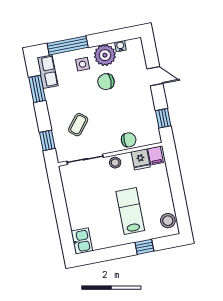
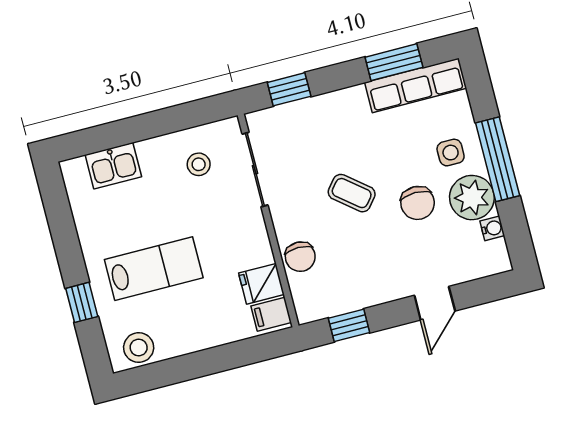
window: (68, 45) -> (498, 159), moved
row of seats: (48, 72) -> (416, 85), width x1.48
chair: (106, 82) -> (418, 203), turned 180
coffee table: (78, 125) -> (352, 193), moved
stool: (115, 163) -> (199, 164), moved
kitchen sink: (82, 241) -> (113, 166), moved

